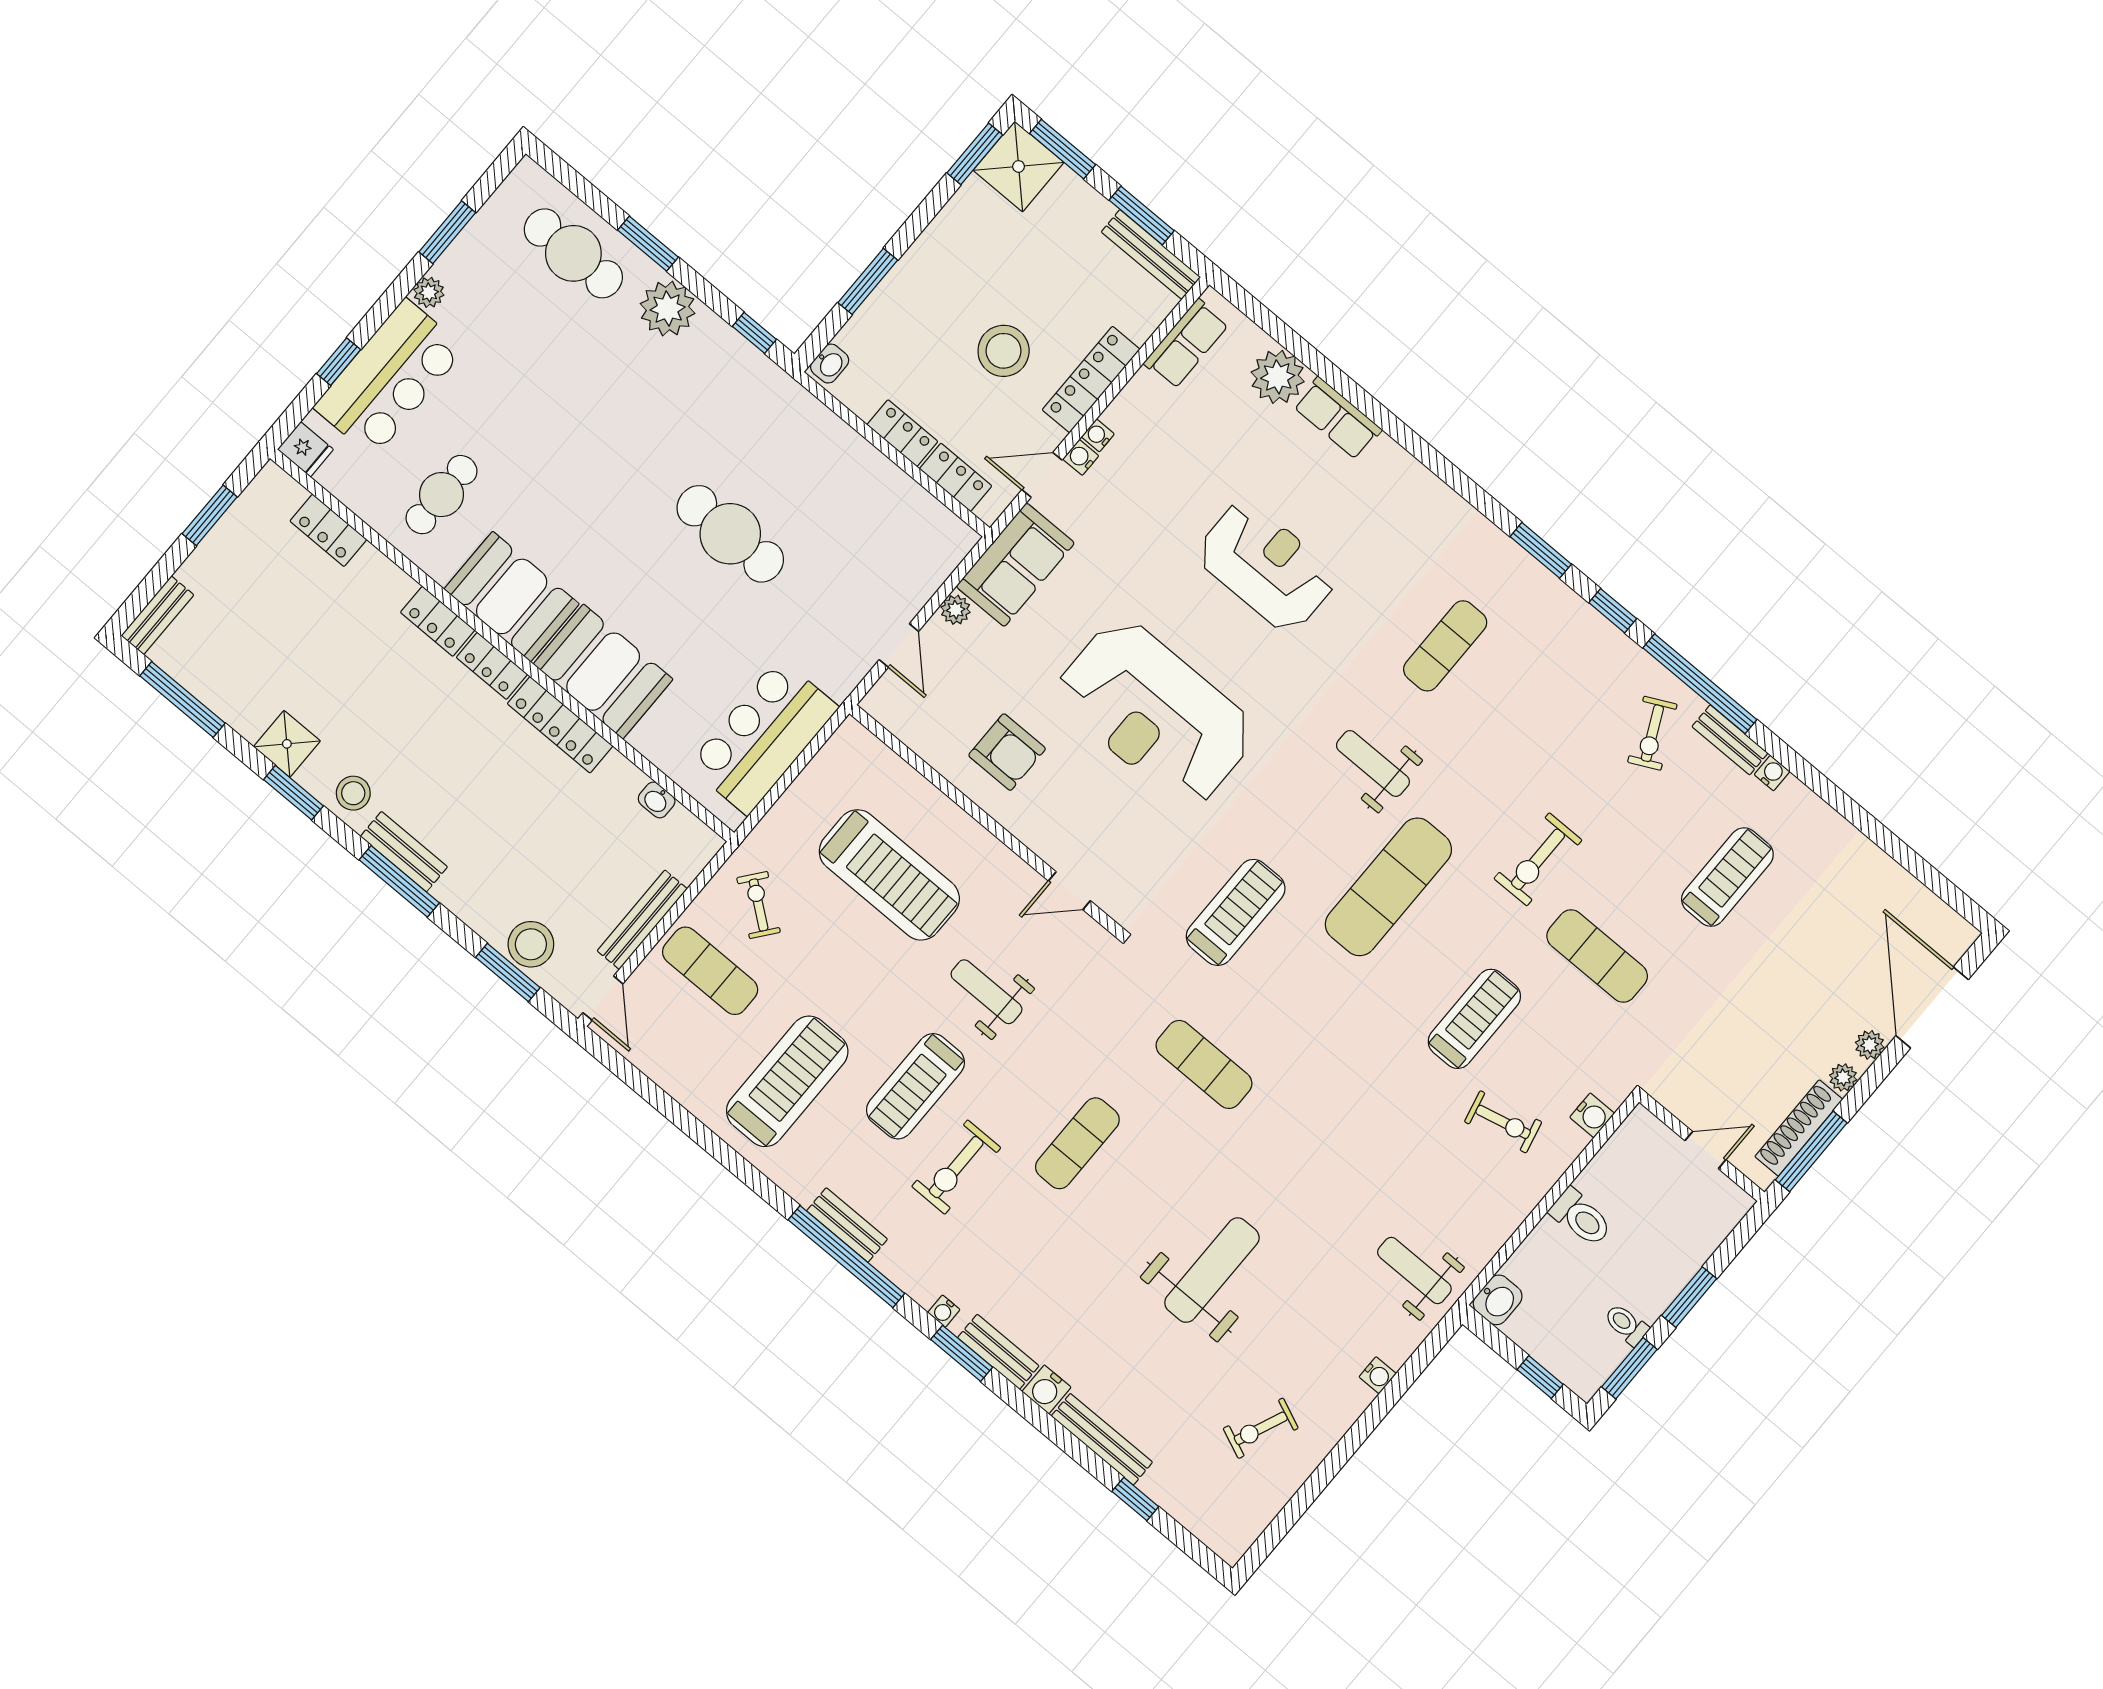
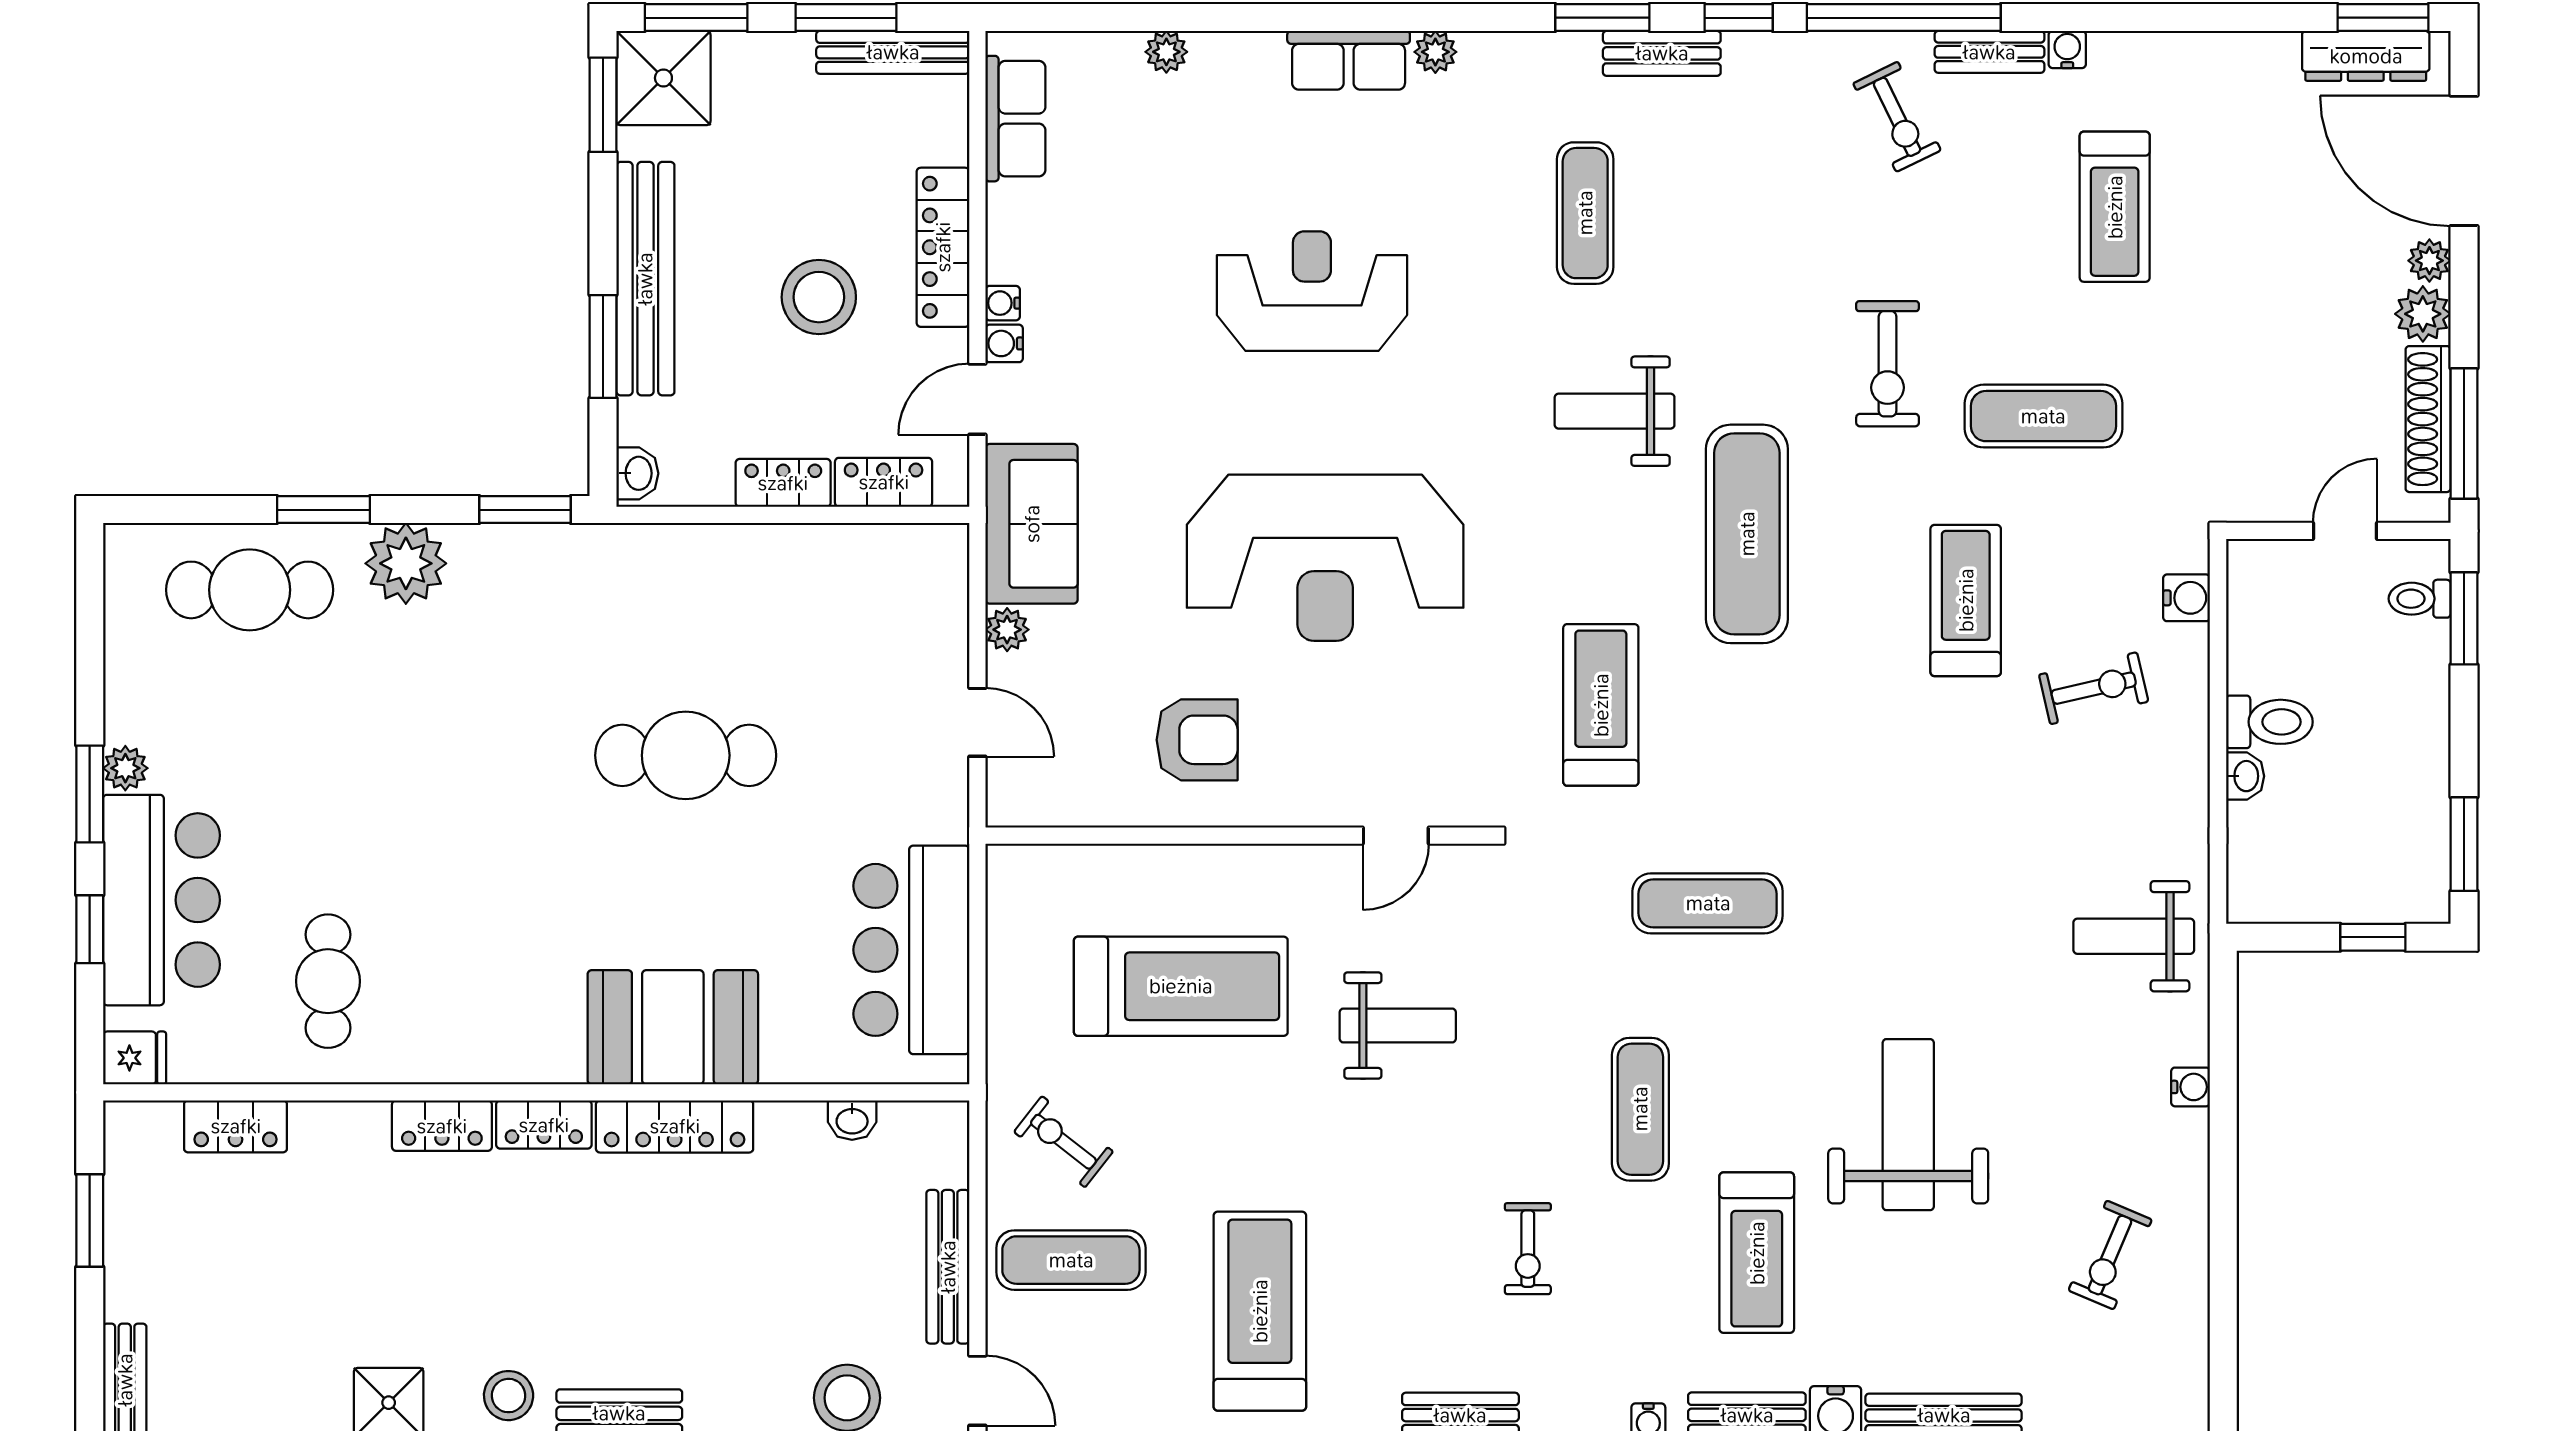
window: (447, 232) -> (90, 794), moved
bench: (920, 264) -> (645, 279), added
window: (754, 333) -> (525, 510), width x1.50
plant: (1278, 377) -> (1166, 52), width x0.53, depth x0.53
row of seats: (1337, 418) -> (1349, 60), moved
plant: (1437, 495) -> (1435, 52), added
booth: (512, 596) -> (501, 1029), removed
bench: (1556, 596) -> (1662, 53), added
treadmill: (1727, 877) -> (2115, 207), turned 180
window: (1953, 896) -> (2383, 18), added
dresser: (1927, 909) -> (2366, 56), added
weight bench: (986, 992) -> (1398, 1025), turned 180
plant: (1843, 1077) -> (2423, 314), width x1.38, depth x1.38
treadmill: (916, 1086) -> (1757, 1253), moved
exercise bike: (956, 1167) -> (1528, 1249), width x0.73, depth x0.72
window: (1689, 1297) -> (2464, 618), moved
washbasin: (1498, 1300) -> (2245, 776), moved, width x0.72, depth x0.69
toilet: (1626, 1324) -> (2420, 599), moved

